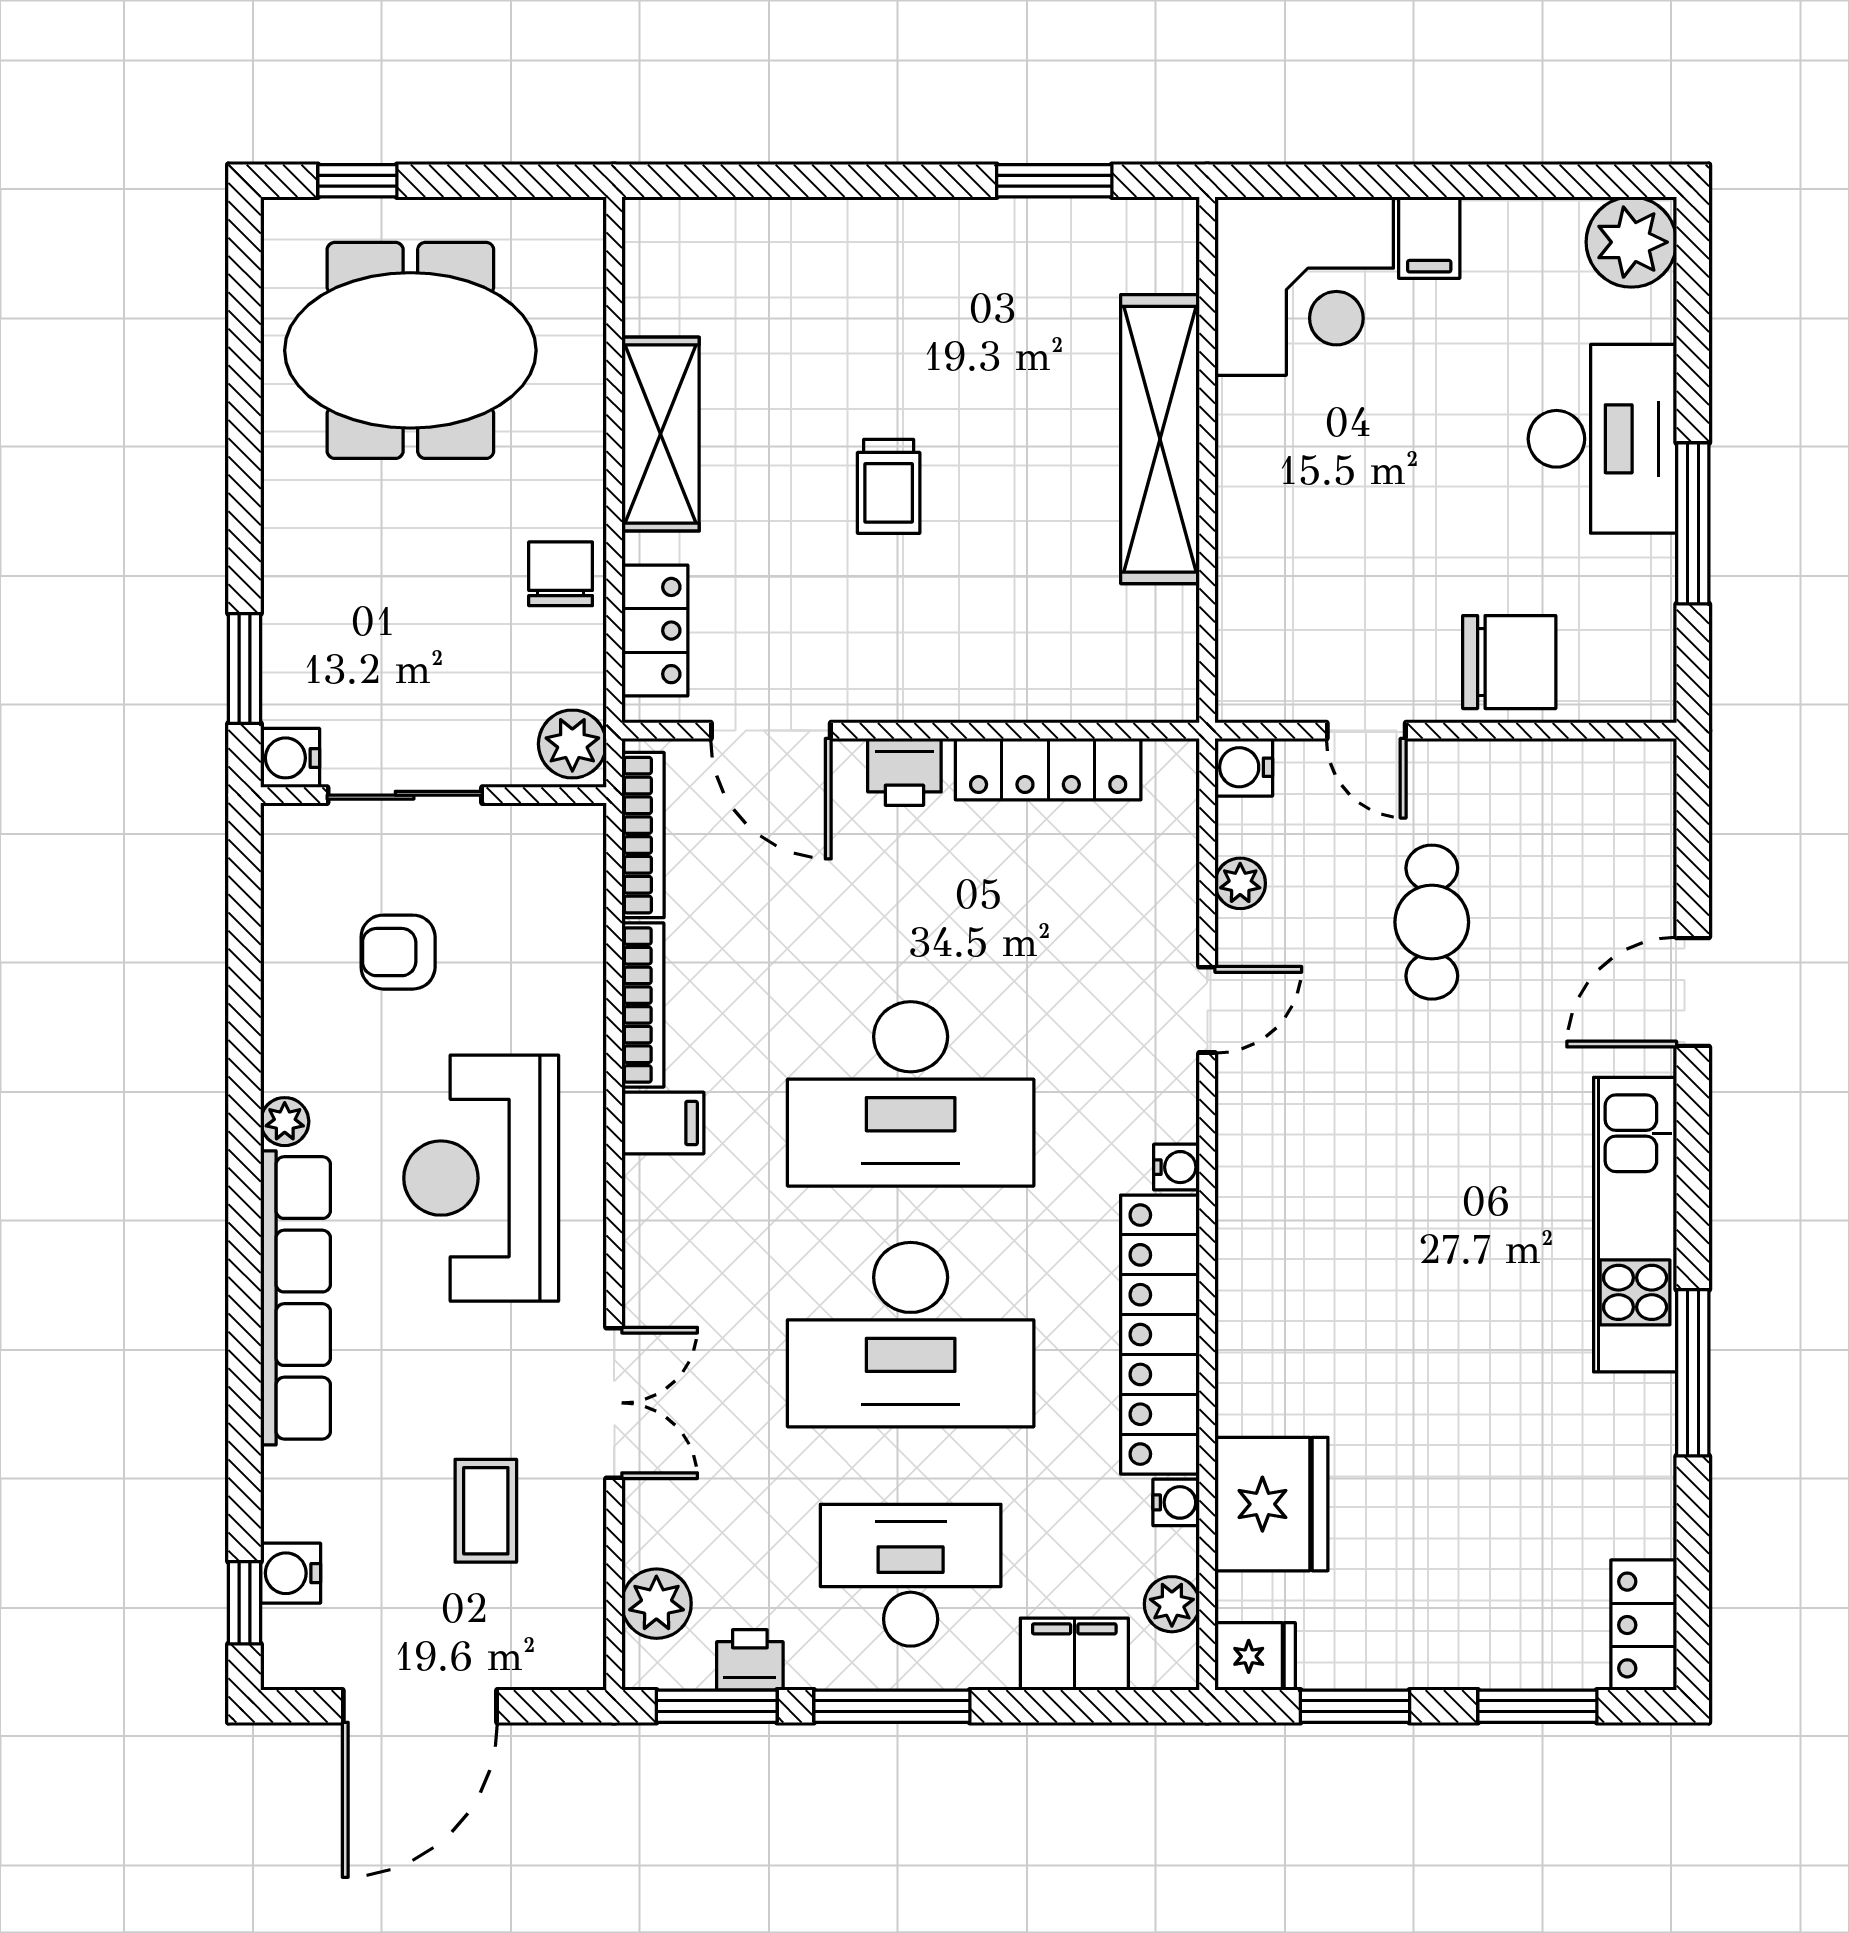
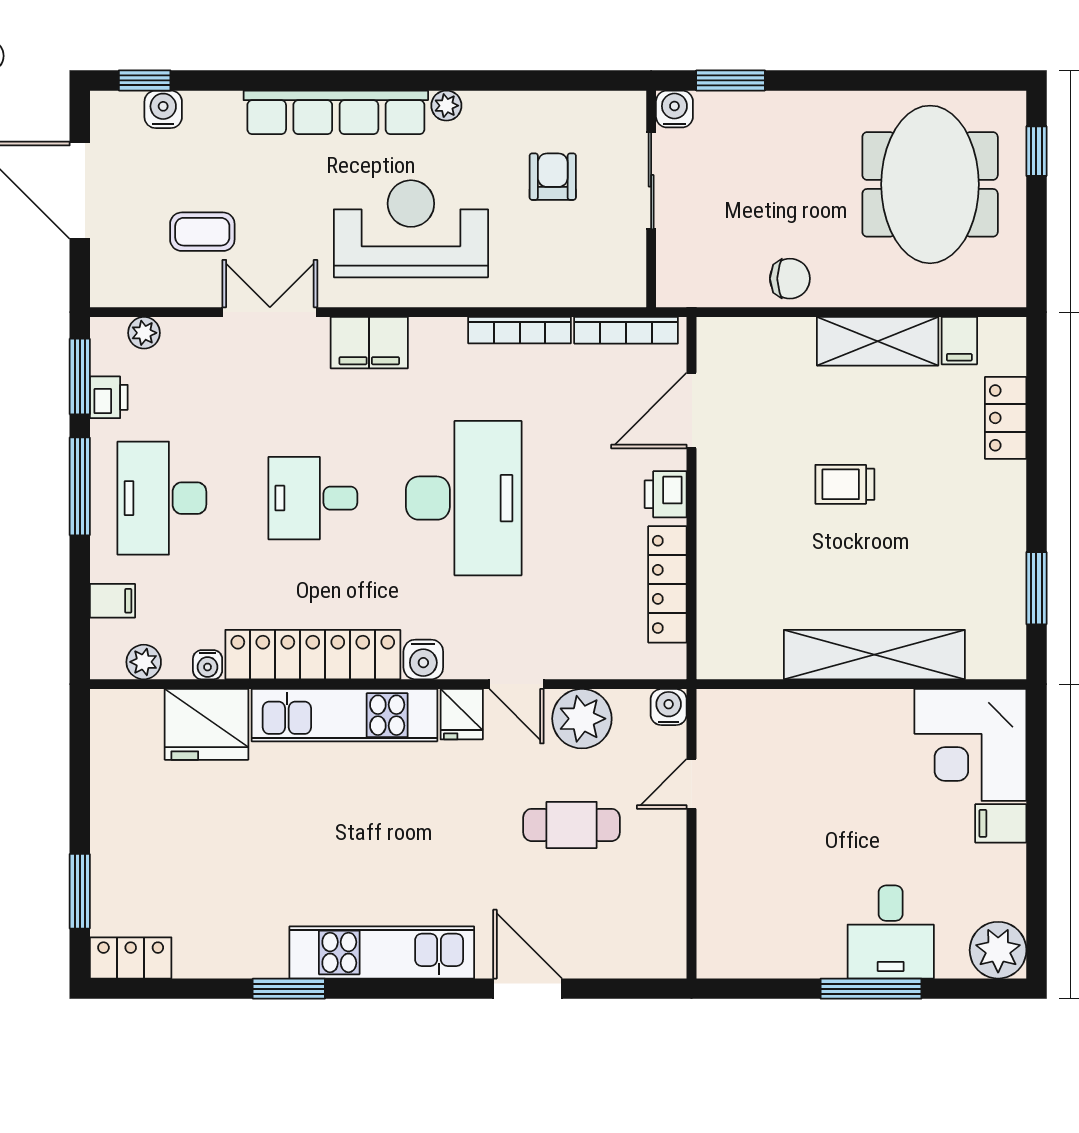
filing cabinet: (660, 304) -> (959, 341), added
desk: (1602, 439) -> (891, 932), width x0.73
window: (1693, 523) -> (871, 989), moved
locker: (655, 631) -> (1006, 418), moved, turned 90
chair: (1509, 662) -> (735, 874), removed
plant: (572, 744) -> (683, 286), removed
plant: (1240, 883) -> (582, 719), width x1.88, depth x1.88
desk: (911, 1094) -> (464, 498), turned 180
filing cabinet: (663, 1123) -> (369, 343), moved, width x2.00
water cooler: (1177, 1167) -> (423, 659), width x1.38, depth x1.38
kitchen unit: (1257, 1284) -> (344, 715), added
desk: (911, 1335) -> (313, 498), width x0.53, depth x0.77
window: (1693, 1373) -> (289, 989), width x0.69
double door: (614, 1403) -> (270, 312), swing flipped
desk: (911, 1575) -> (162, 498), turned 180
plant: (656, 1604) -> (144, 333), width x0.73, depth x0.73
filing cabinet: (1074, 1654) -> (112, 601), width x0.50
fridge: (1255, 1656) -> (462, 714), moved
window: (1355, 1706) -> (80, 777), removed

